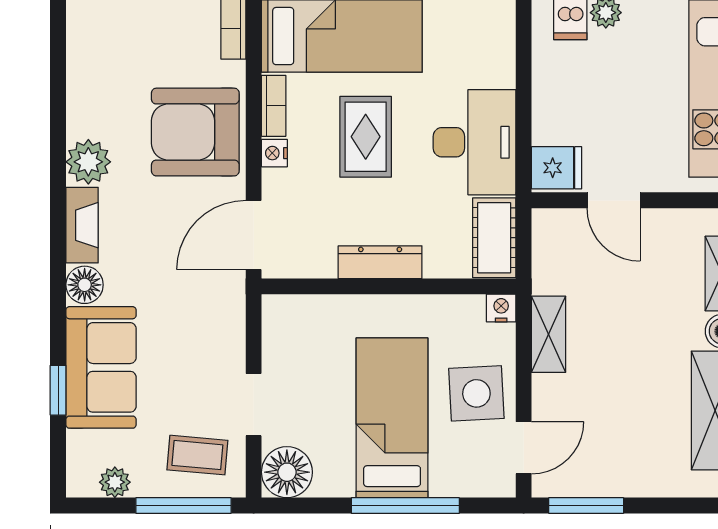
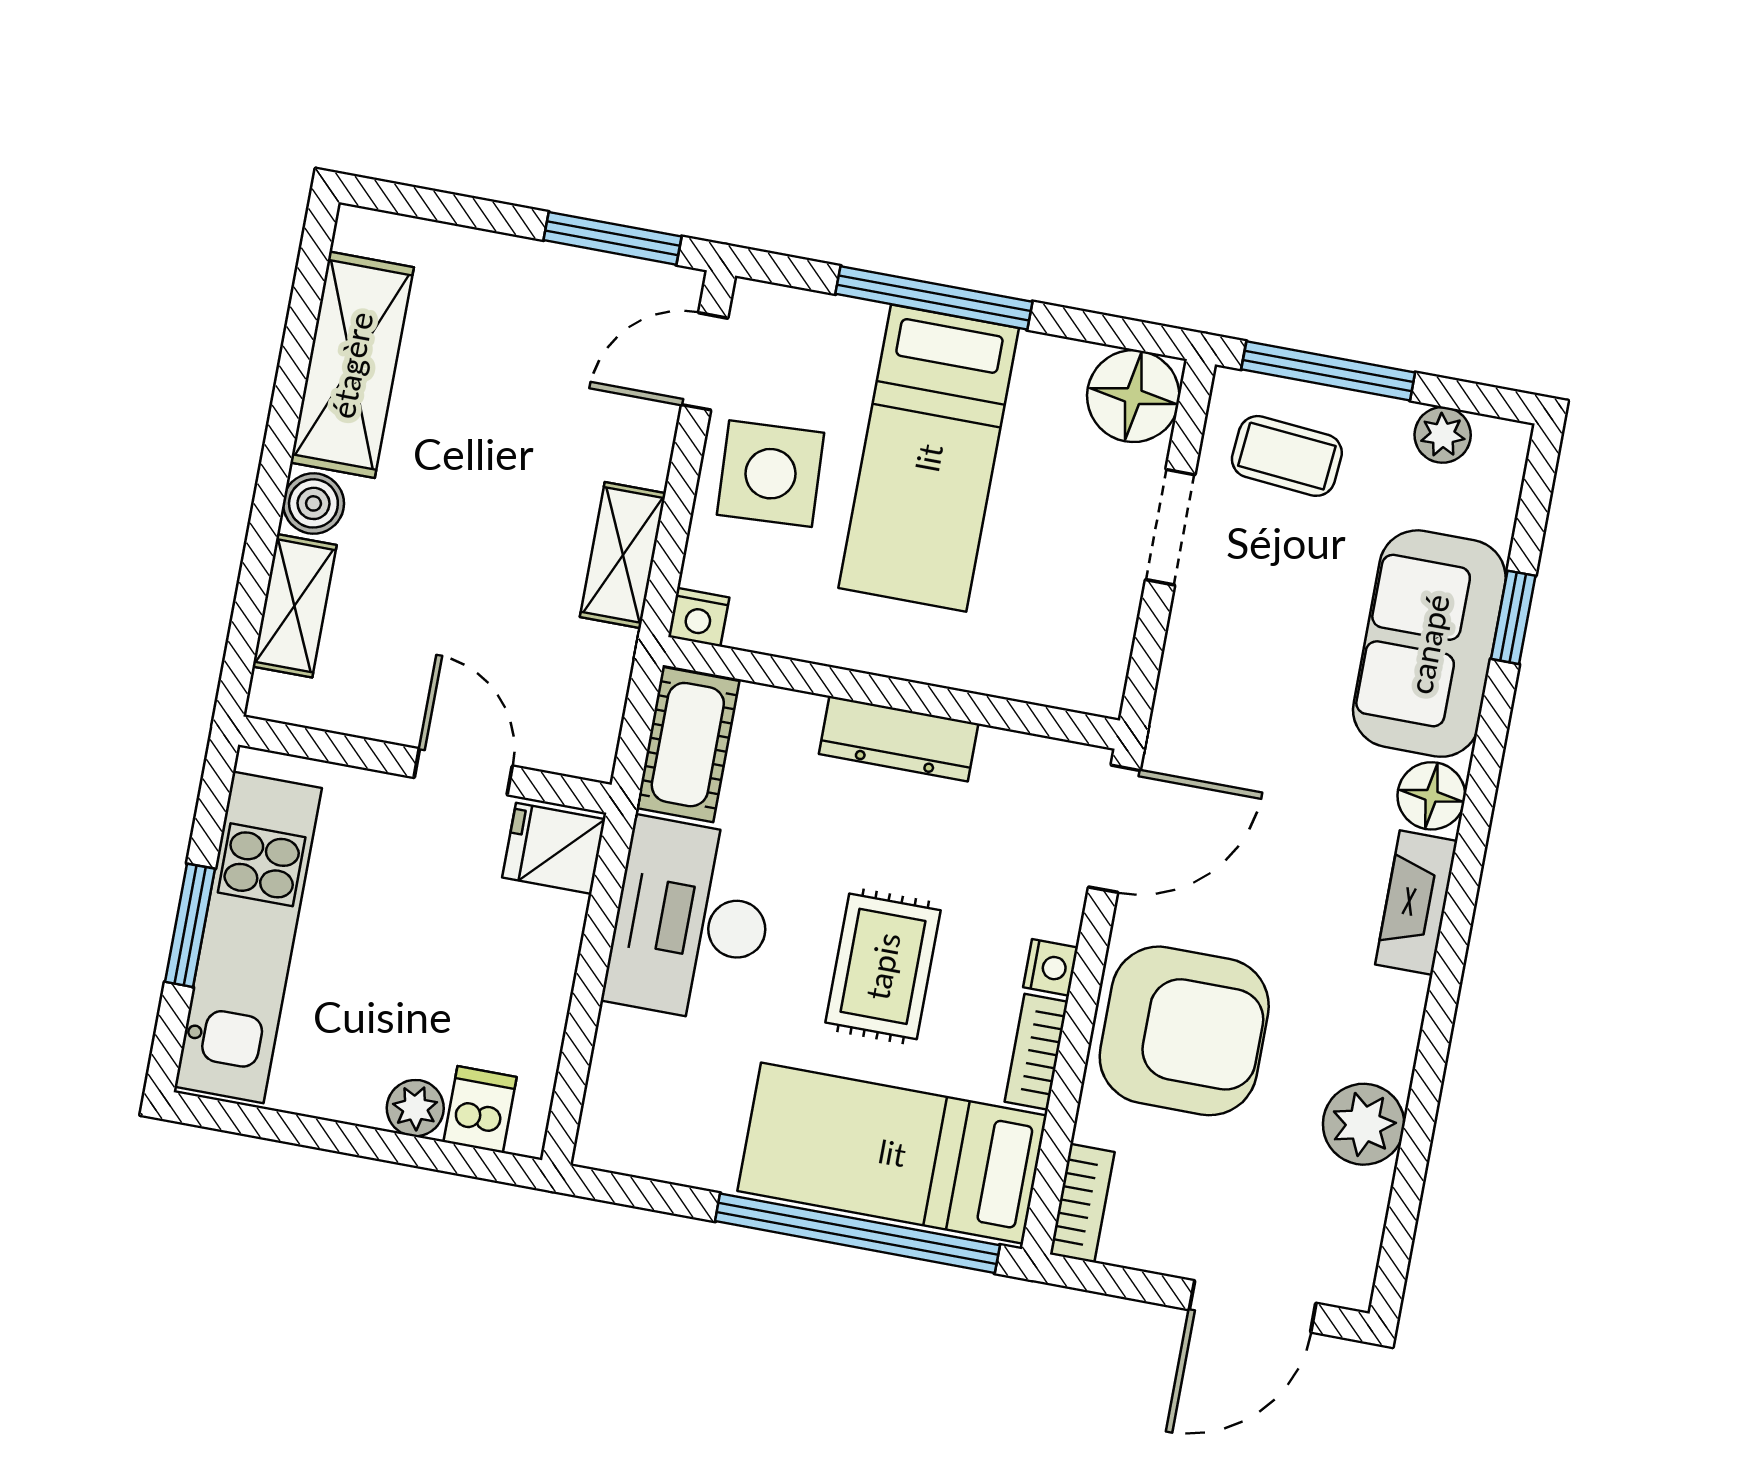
plant: (88, 162) -> (1364, 1124), moved

